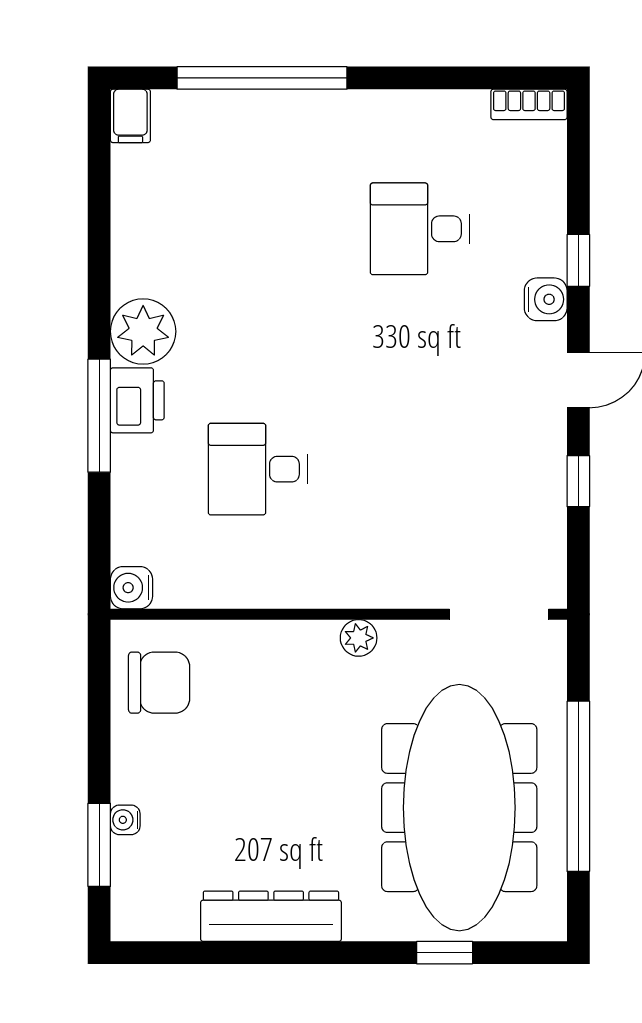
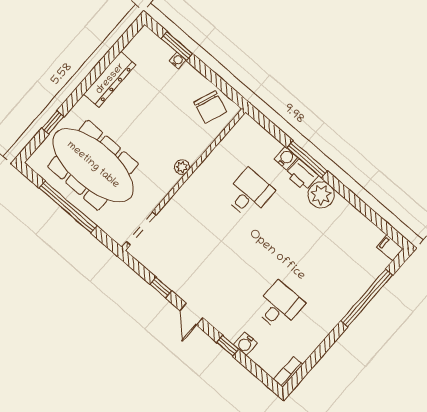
water cooler: (546, 299) -> (245, 344), moved
water cooler: (132, 588) -> (286, 158), moved
plant: (359, 638) -> (182, 167), moved
chair: (159, 683) -> (210, 107), turned -69

